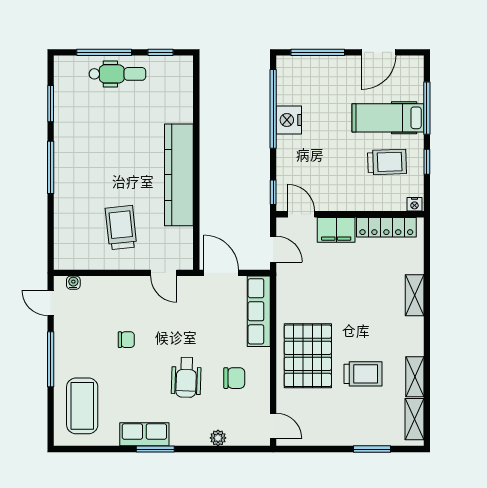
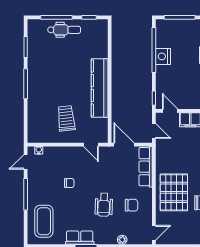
door: (51, 303) -> (26, 162), hinge flipped
door: (273, 426) -> (154, 233), hinge flipped

